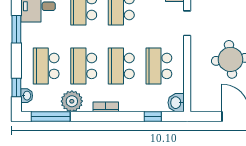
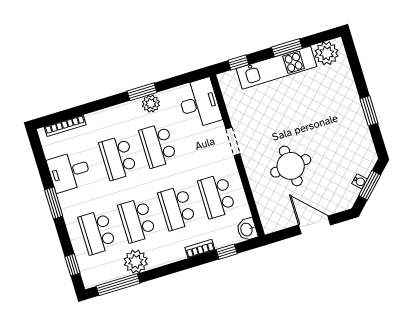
washbasin: (27, 96) -> (86, 270), removed
bookcase: (106, 107) -> (200, 249), moved

